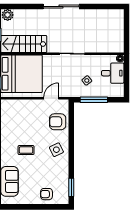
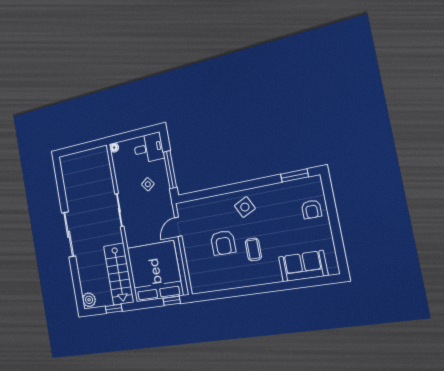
desk: (113, 73) -> (149, 148), moved, turned 90
door: (51, 98) -> (178, 227), hinge flipped
armchair: (58, 122) -> (223, 243), moved

